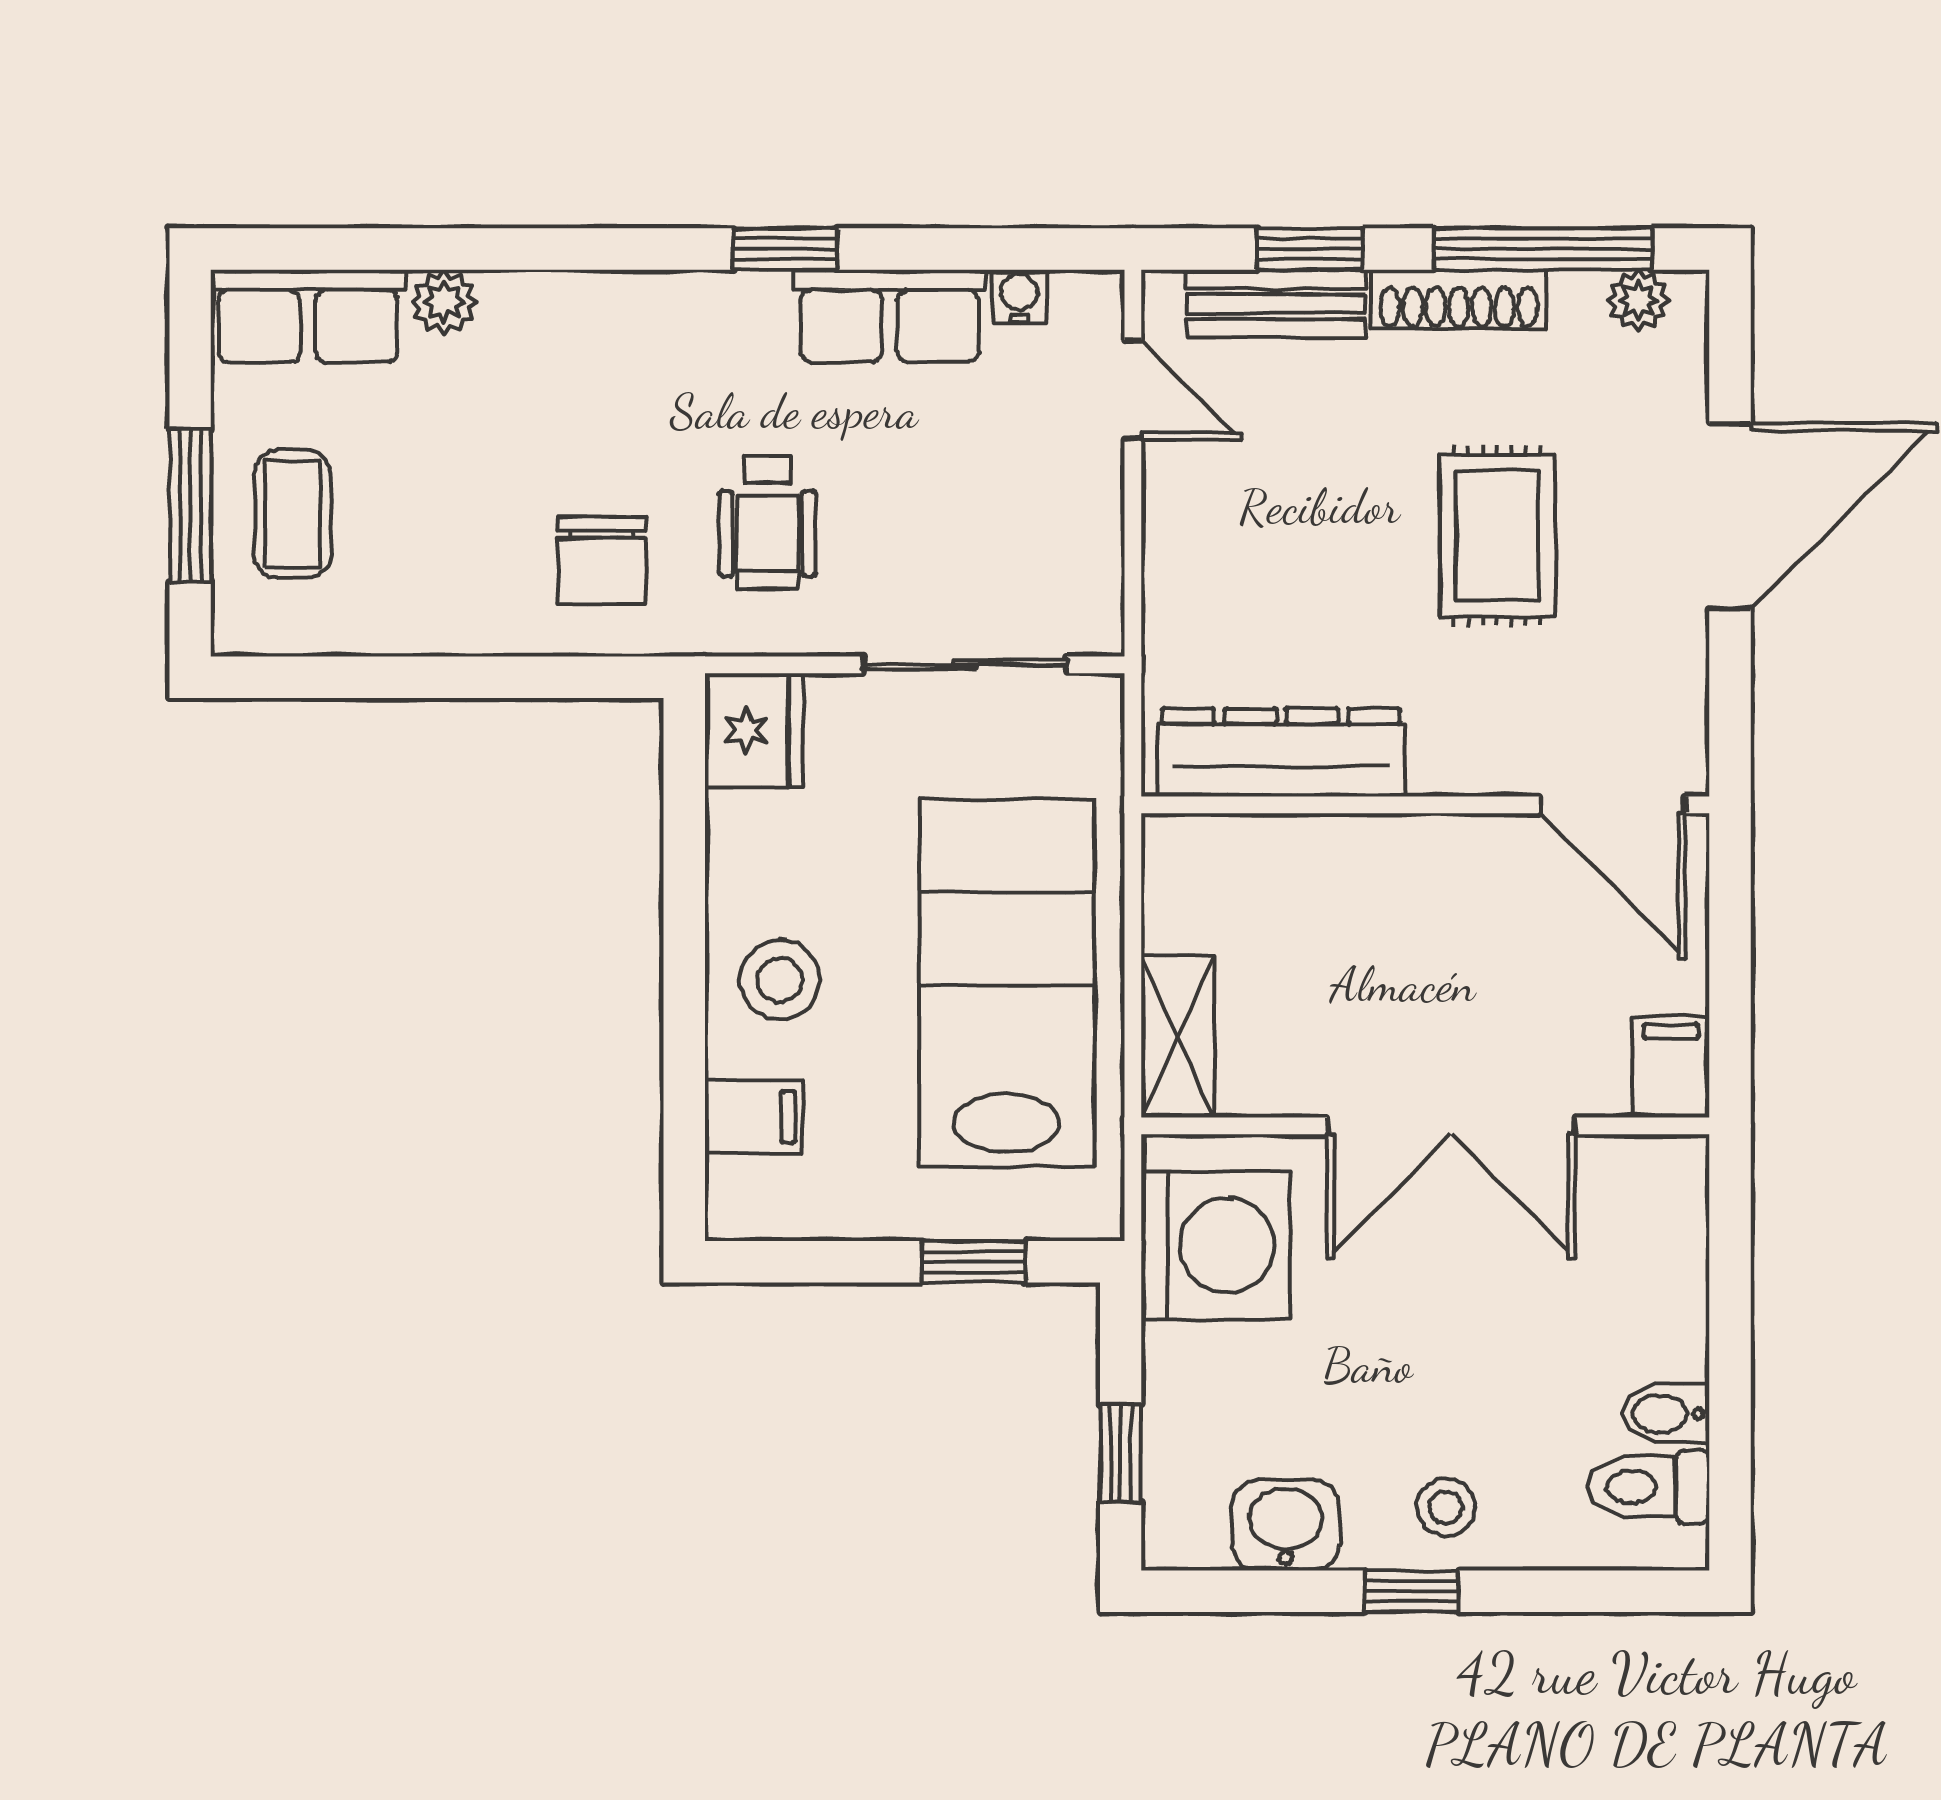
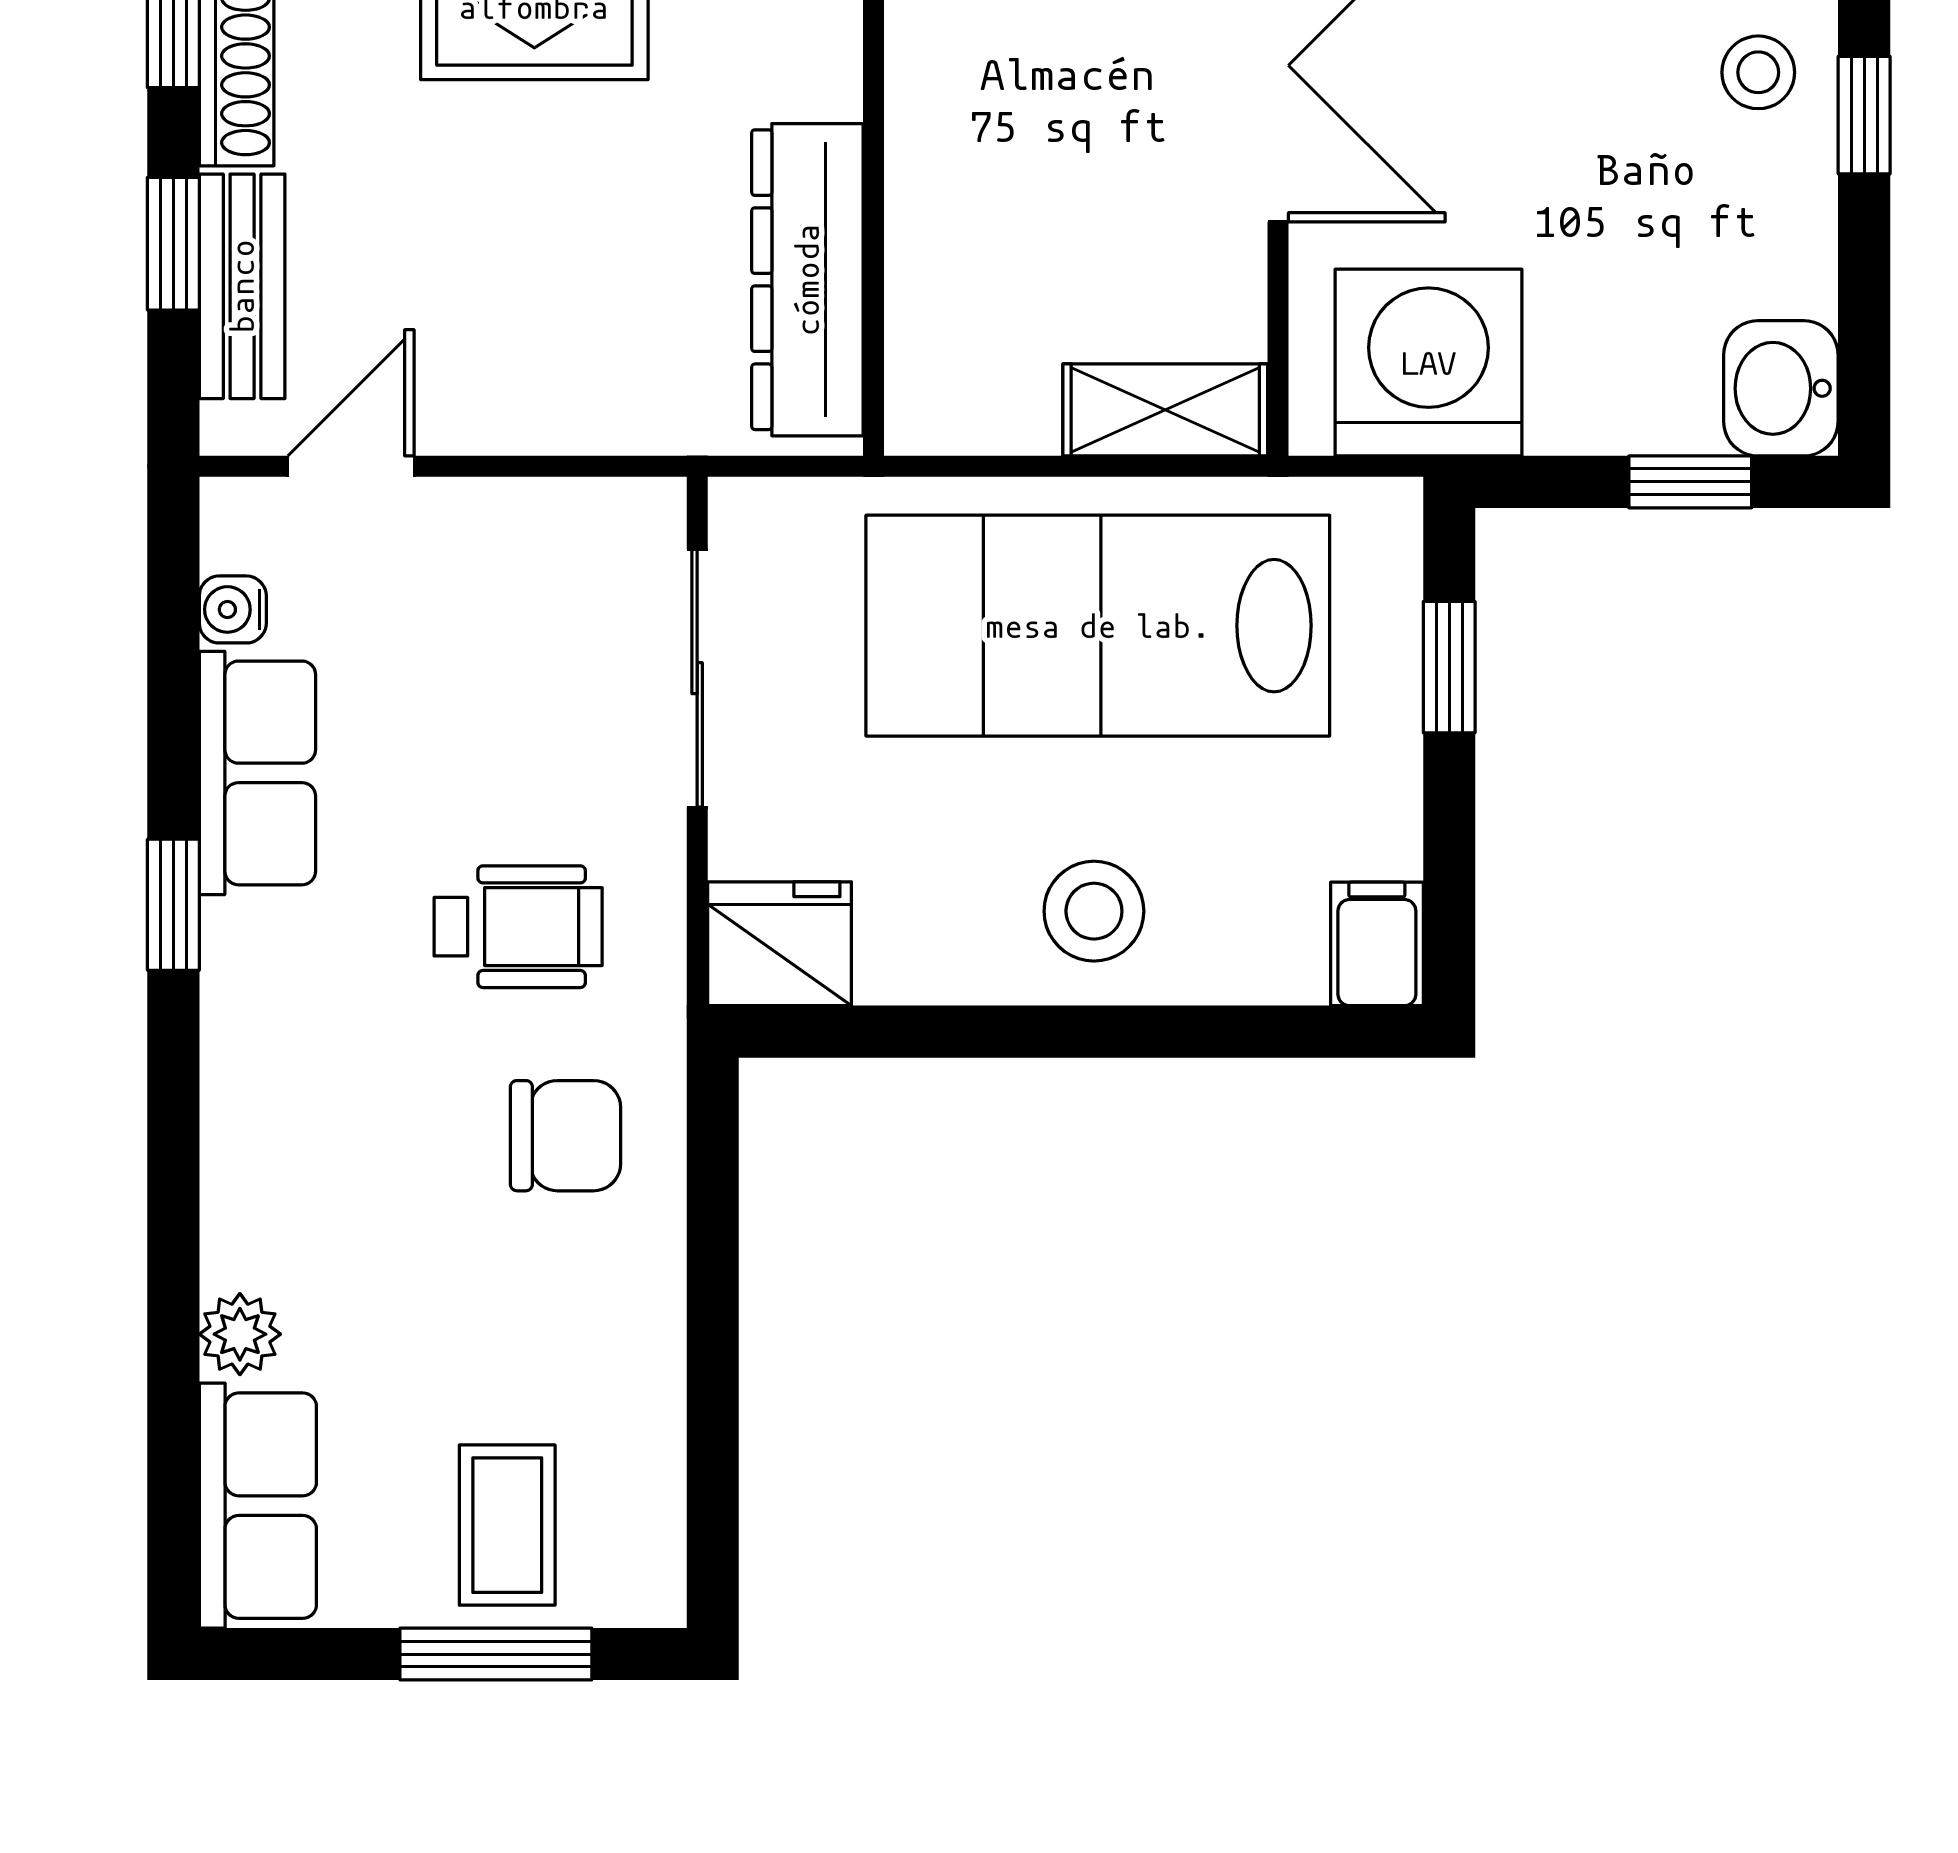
coffee table: (293, 514) -> (507, 1525), turned 90
filing cabinet: (754, 1117) -> (1377, 944), moved
washbasin: (1286, 1525) -> (1781, 388), moved

